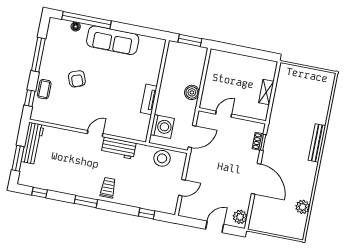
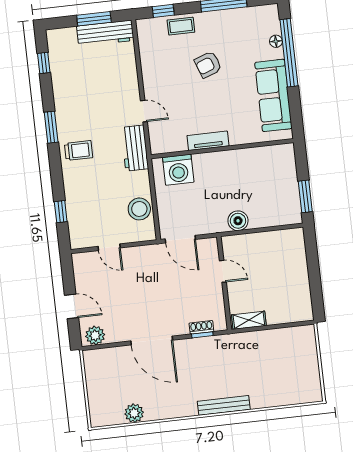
wall: (157, 91) -> (222, 149), moved
shelving: (266, 92) -> (249, 320), moved
tv unit: (149, 99) -> (208, 141), moved
washing machine: (162, 126) -> (178, 170), moved
window: (18, 158) -> (94, 19), moved
door: (256, 179) -> (152, 341), hinge flipped

